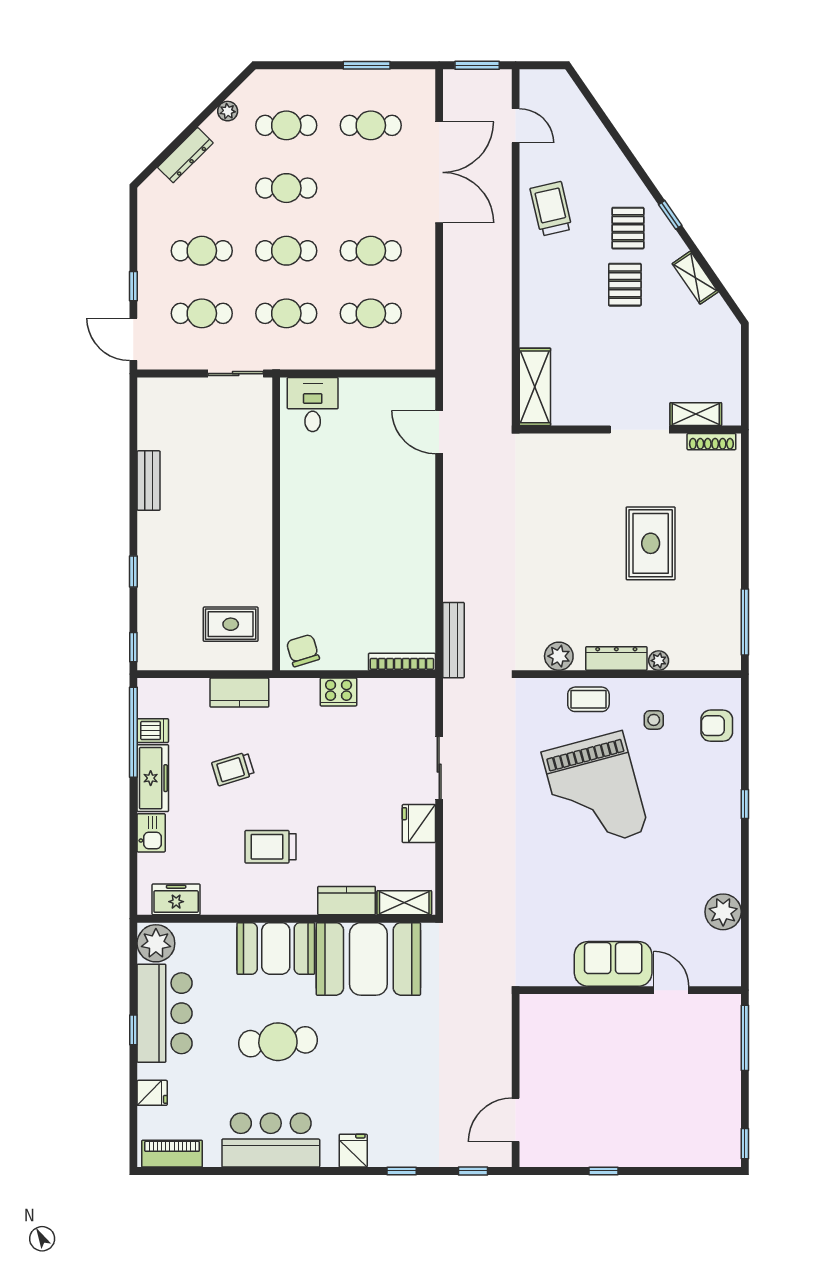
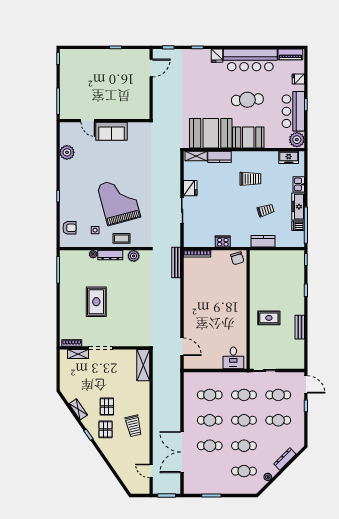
cafe table: (371, 125) -> (210, 446), moved
trolley: (551, 209) -> (134, 426), moved
rug: (231, 624) -> (269, 318), moved
bar counter: (271, 1140) -> (250, 60), width x1.36

